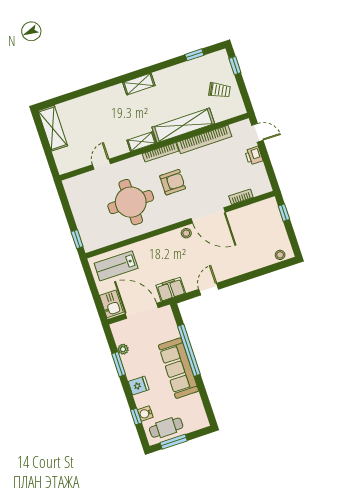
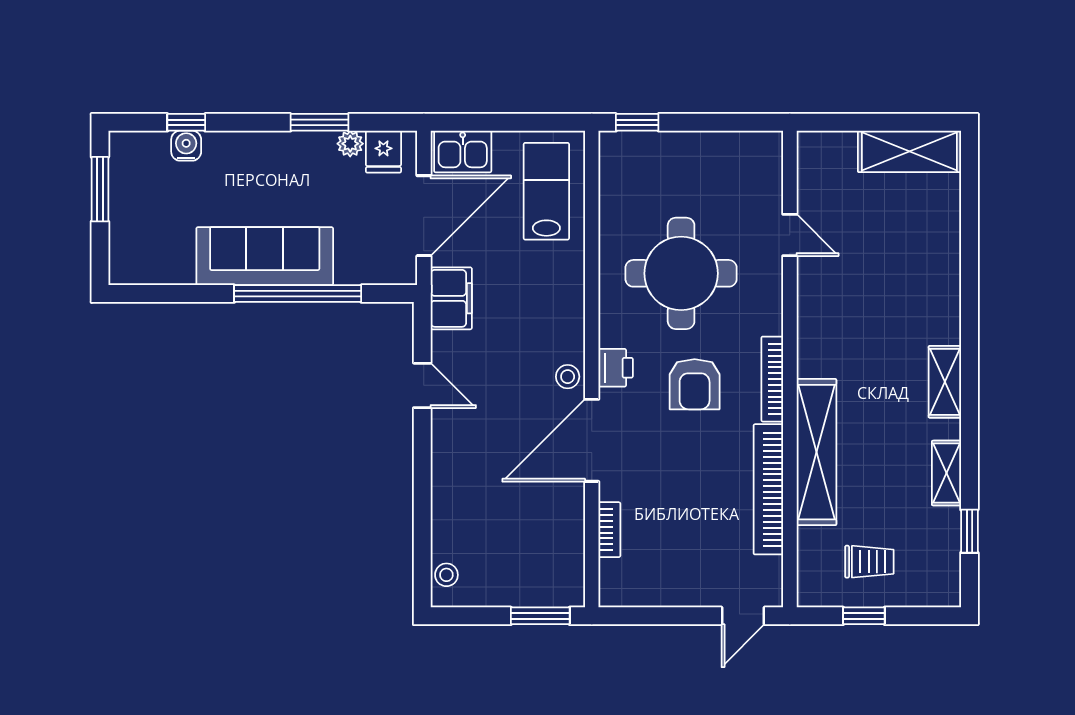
window: (235, 66) -> (864, 616), moved
trolley: (220, 90) -> (869, 562), turned -117
shelving: (142, 142) -> (946, 473), moved
printer: (254, 156) -> (616, 368), moved, turned 90
window: (284, 213) -> (540, 616), width x1.50
fridge: (139, 386) -> (383, 152), moved
cafe table: (166, 428) -> (138, 183), removed

